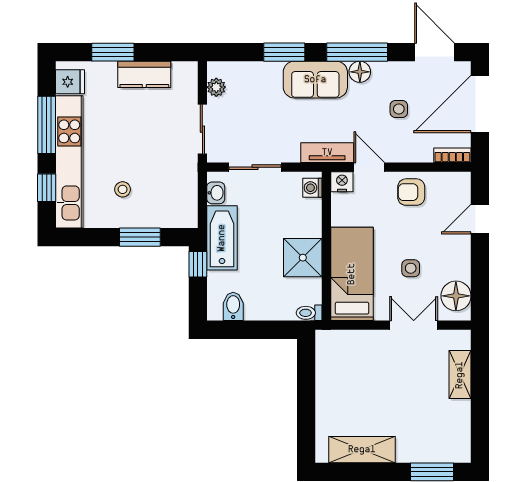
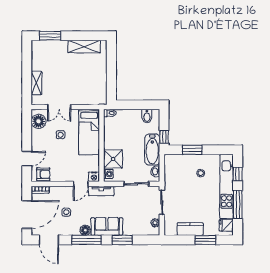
door: (369, 167) -> (81, 184), hinge flipped
armchair: (411, 192) -> (43, 174), moved
shower: (303, 258) -> (113, 159), moved

